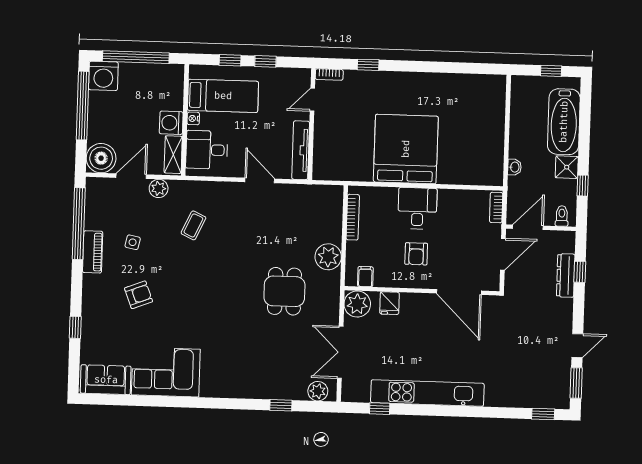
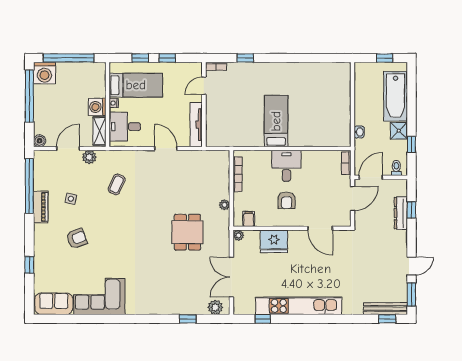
bed: (406, 149) -> (276, 121), width x0.49
boiler: (101, 158) -> (40, 141), width x0.54, depth x0.54
plant: (328, 257) -> (224, 205), width x0.53, depth x0.53
door: (459, 292) -> (320, 228), width x0.73
fridge: (390, 303) -> (274, 241), width x1.88, depth x1.34
plant: (357, 304) -> (238, 235), width x0.53, depth x0.53
bench: (541, 400) -> (385, 309), added

